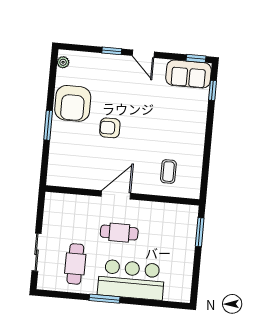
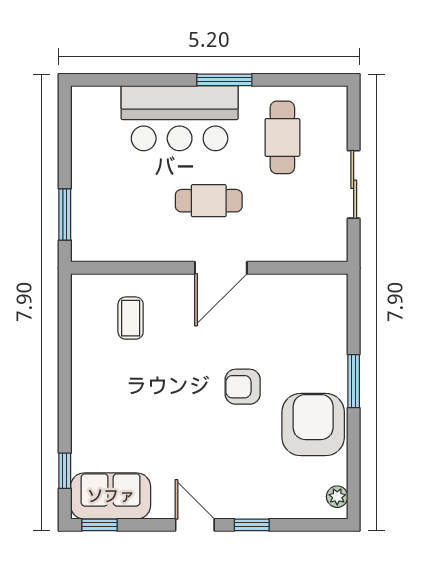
armchair: (110, 128) -> (243, 387), turned 180
sliding door: (37, 252) -> (354, 184), moved

